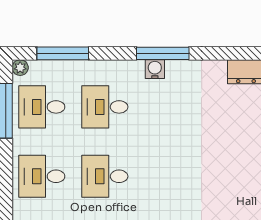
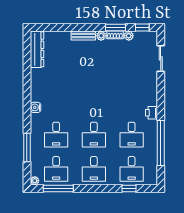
window: (63, 53) -> (27, 147), moved
window: (163, 53) -> (27, 103), removed

